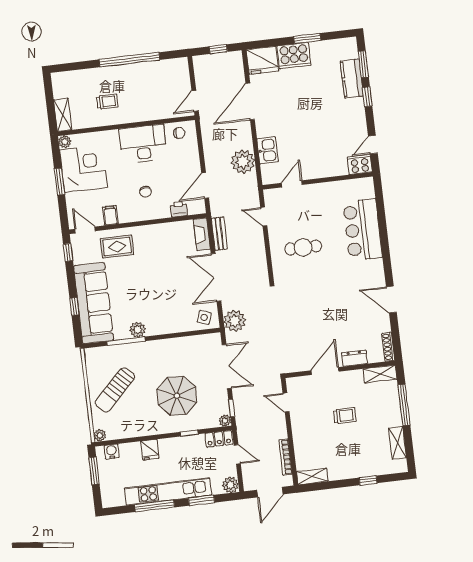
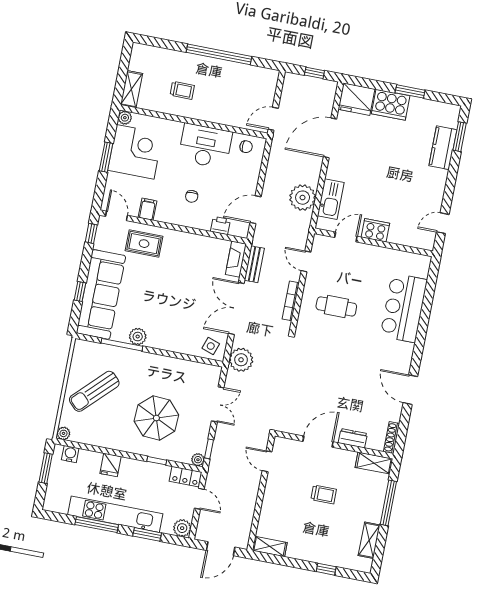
window: (367, 97) -> (453, 172), removed
kitchen sink: (267, 150) -> (331, 199), width x1.38
cooker: (360, 165) -> (375, 230), moved
double door: (227, 367) -> (218, 404), width x0.73
bookcase: (286, 457) -> (291, 301), moved

